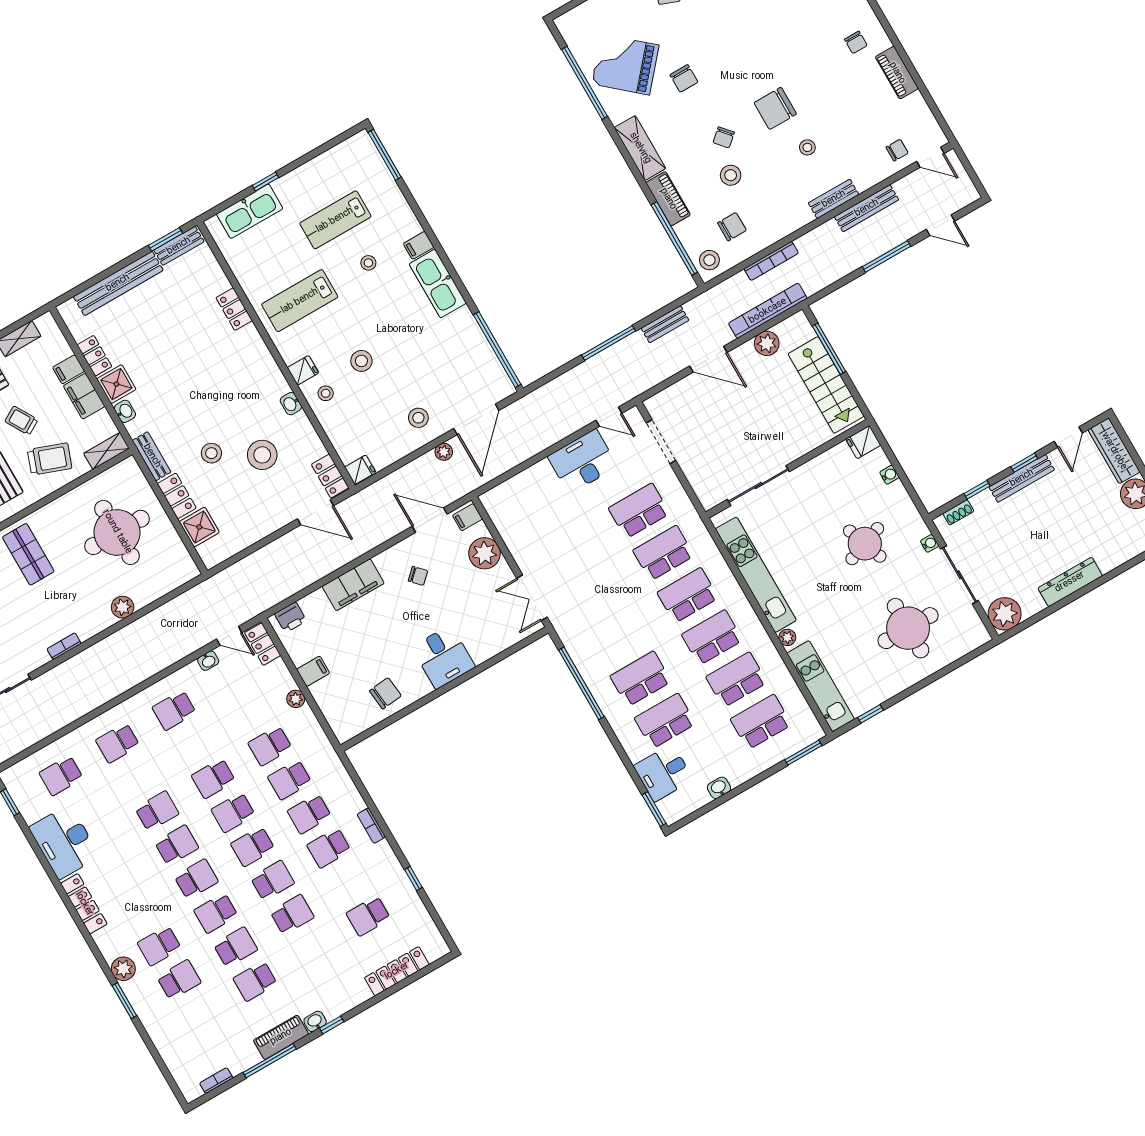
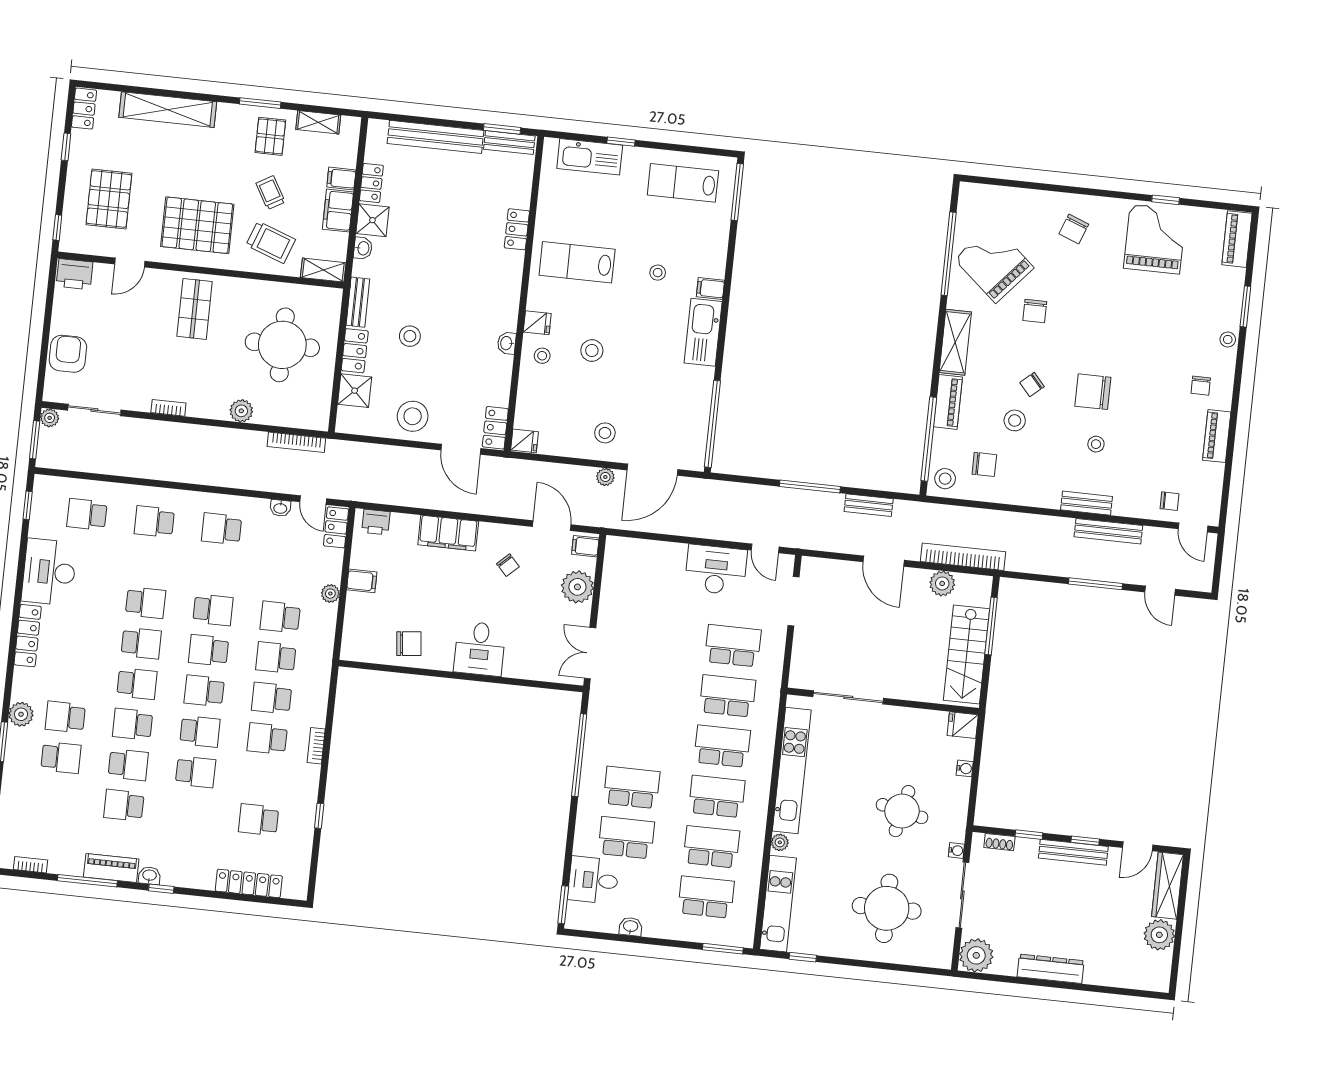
lab bench: (335, 220) -> (683, 183), moved
bookcase: (771, 261) -> (296, 442), moved
stool: (262, 455) -> (413, 416), moved
round table: (865, 544) -> (902, 811), turned 32
school desk: (213, 778) -> (213, 610), turned 180

